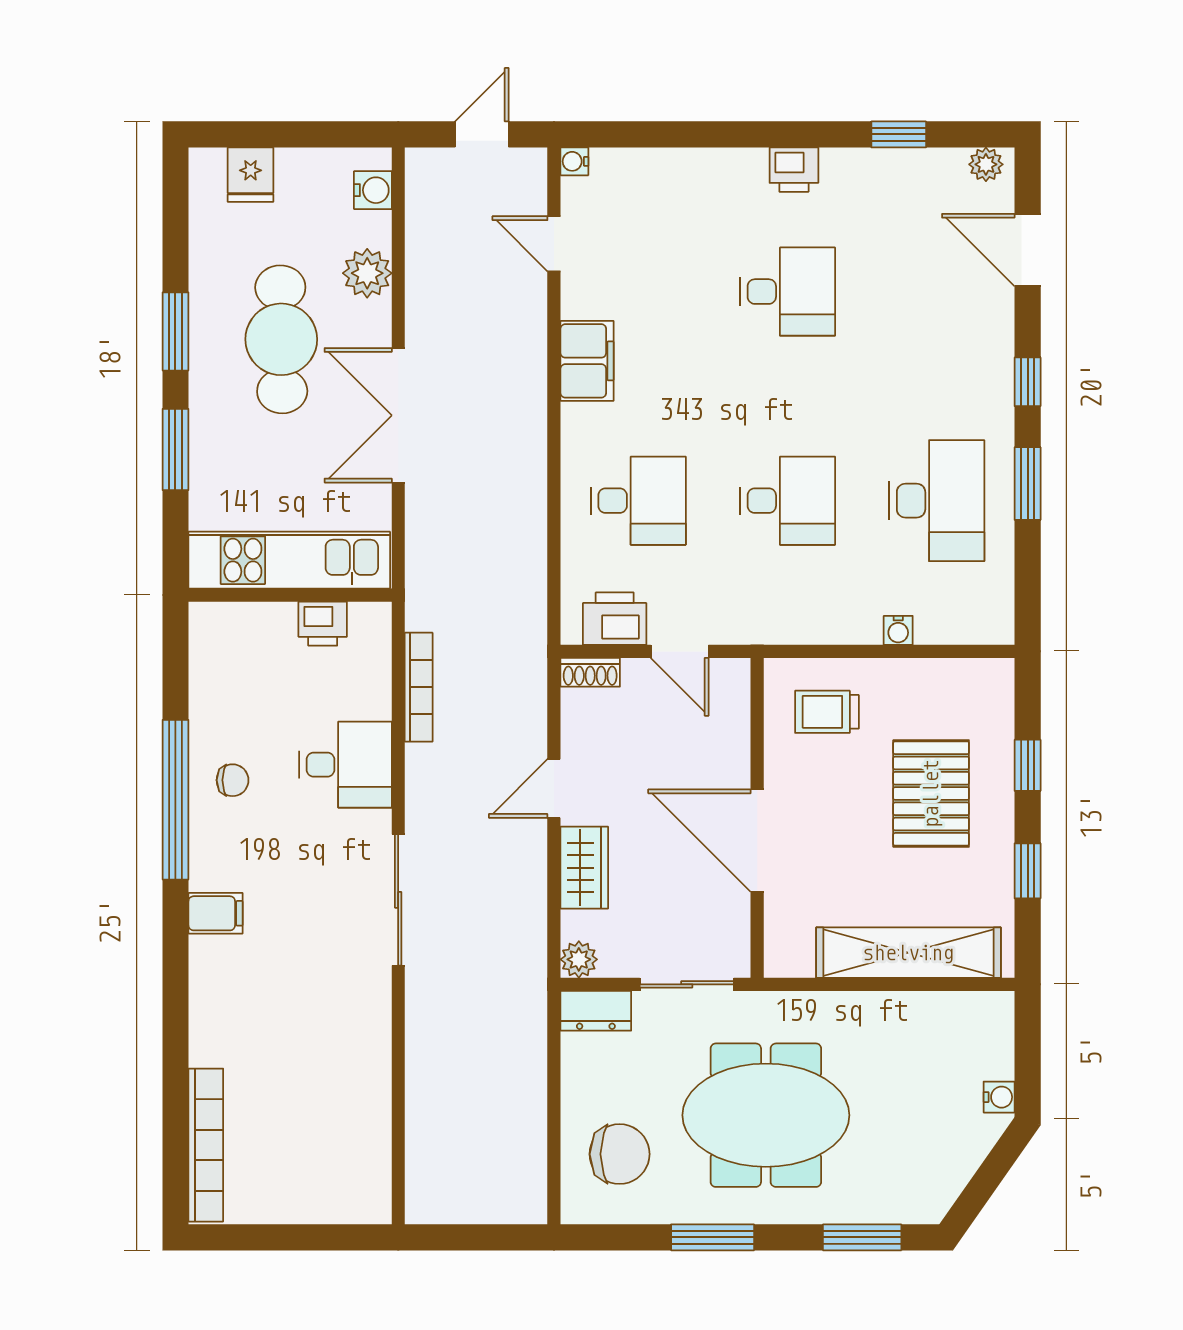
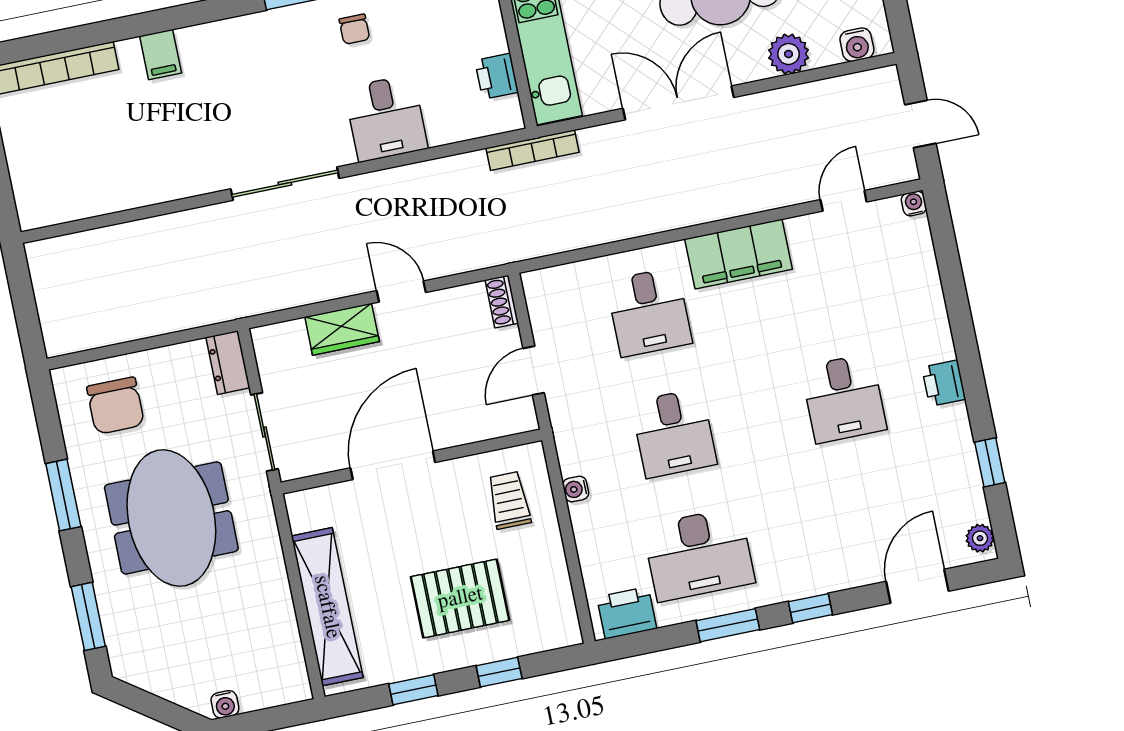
filing cabinet: (587, 361) -> (738, 254), width x1.50, depth x1.17
printer: (615, 619) -> (627, 613), moved, turned -90
water cooler: (898, 630) -> (576, 489), moved
bookcase: (419, 687) -> (532, 150), moved
filing cabinet: (216, 913) -> (161, 55), moved
plant: (579, 959) -> (267, 340), removed

